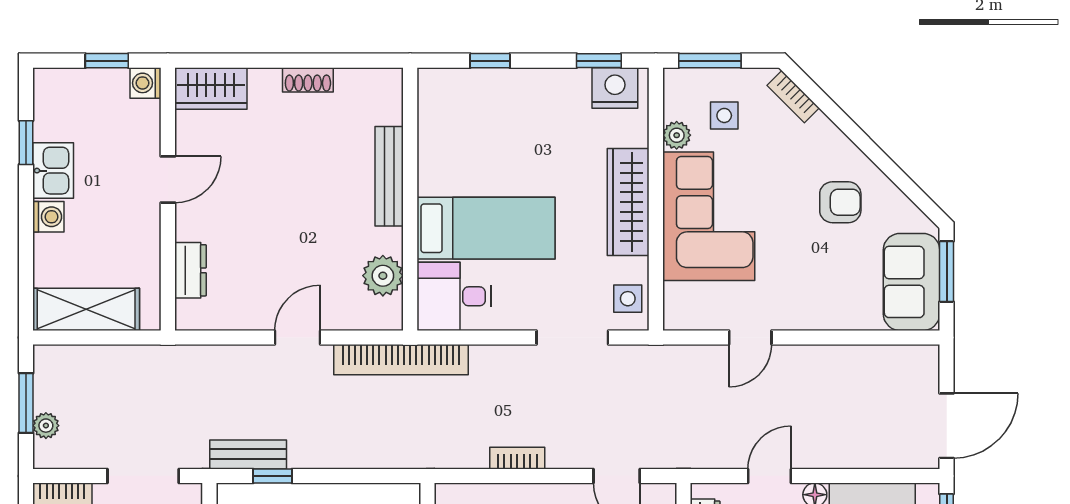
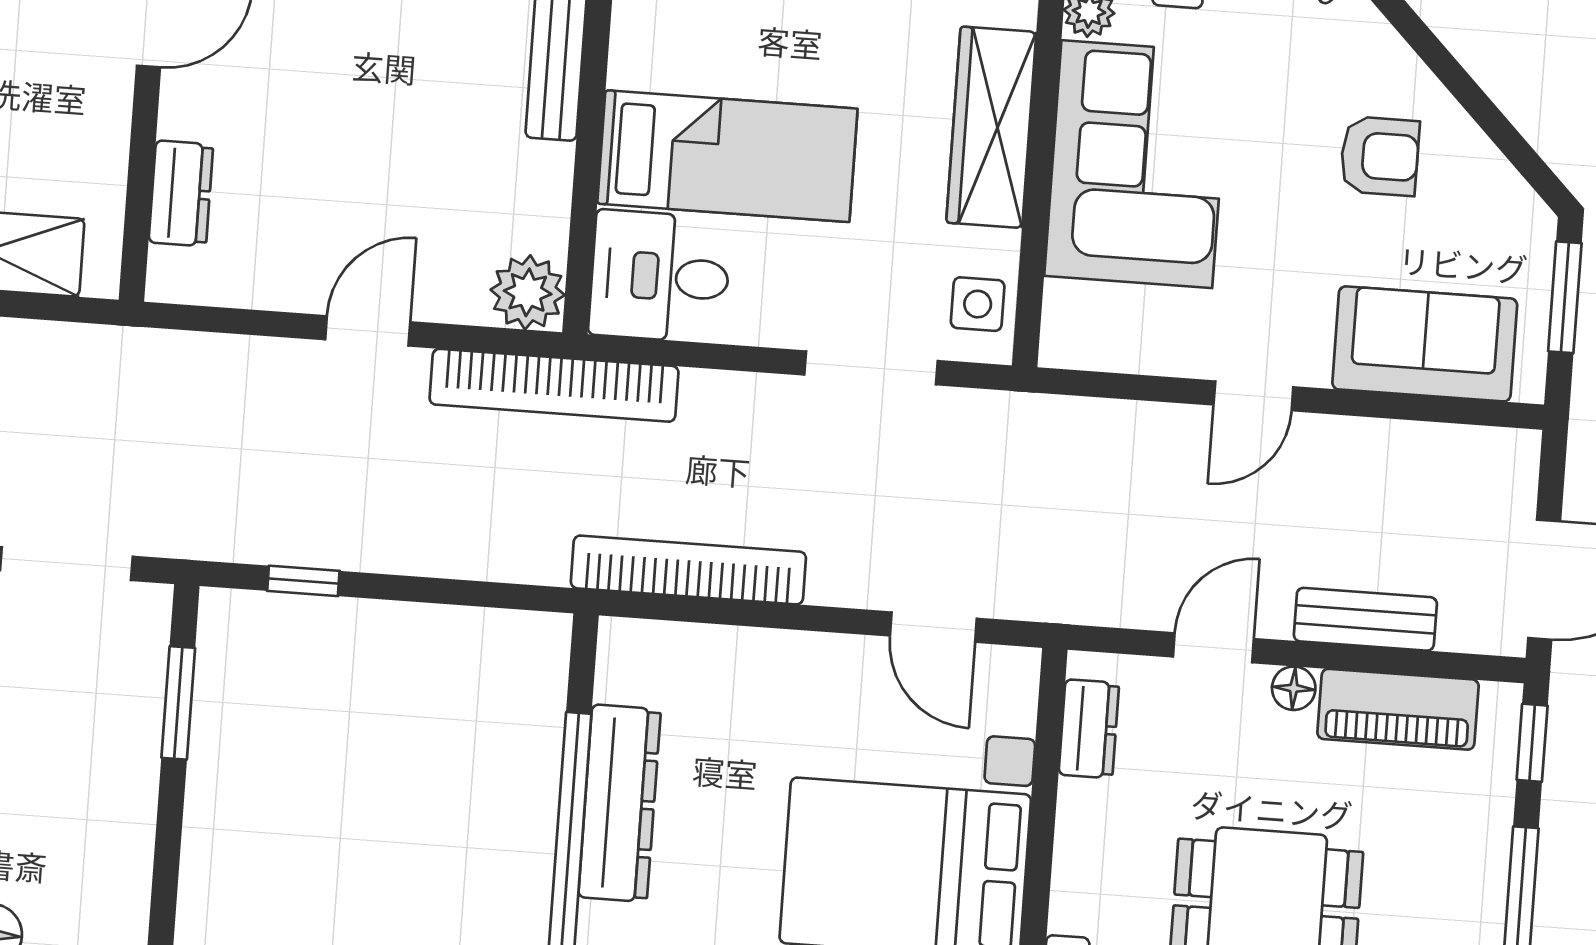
plant: (383, 276) -> (528, 292), moved
sofa: (911, 282) -> (1425, 344), moved, turned 90
door: (750, 338) -> (1253, 396), moved
bench: (248, 454) -> (1365, 619), moved
bookcase: (517, 458) -> (688, 570), width x2.31, depth x1.31

